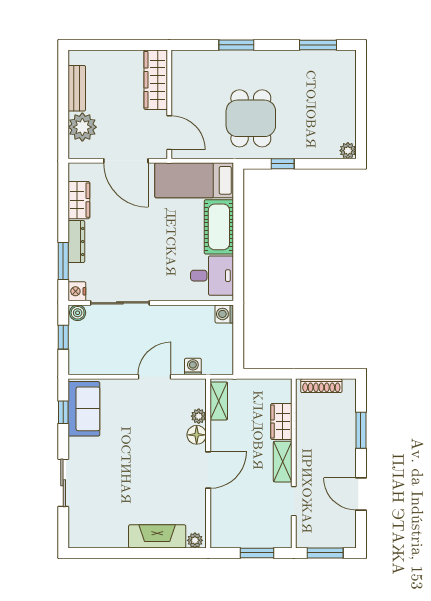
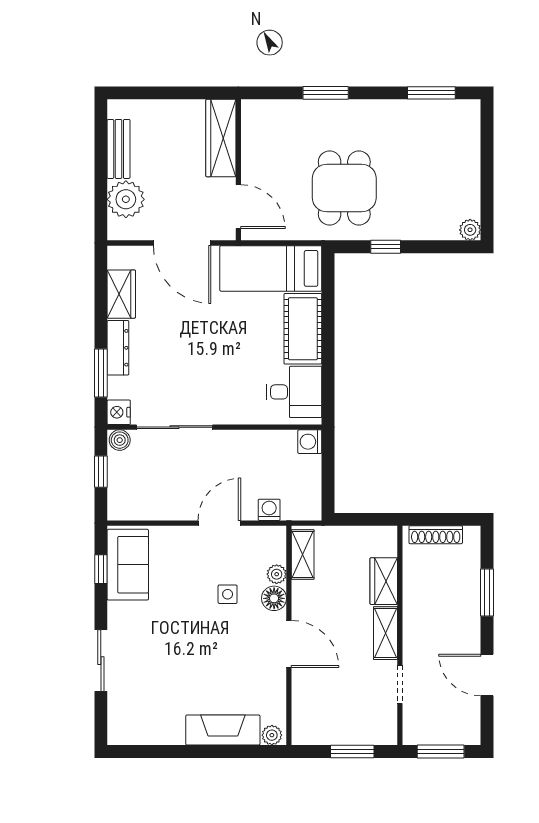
side table: (161, 432) -> (228, 594), added
door: (208, 470) -> (289, 644), hinge flipped

